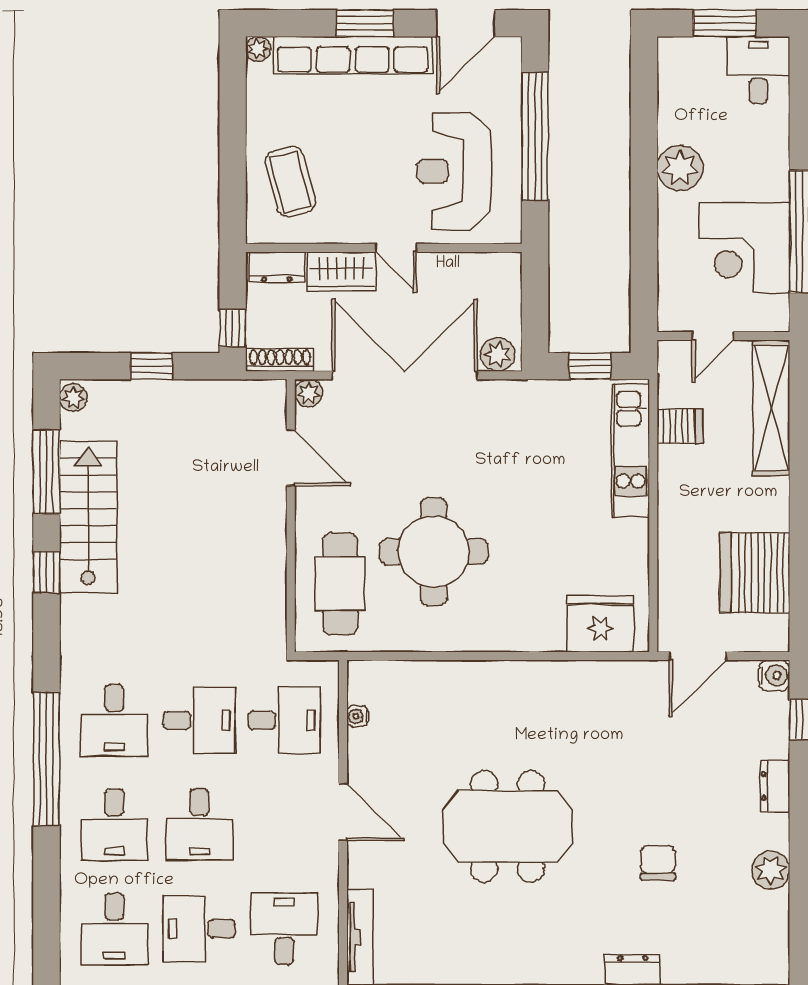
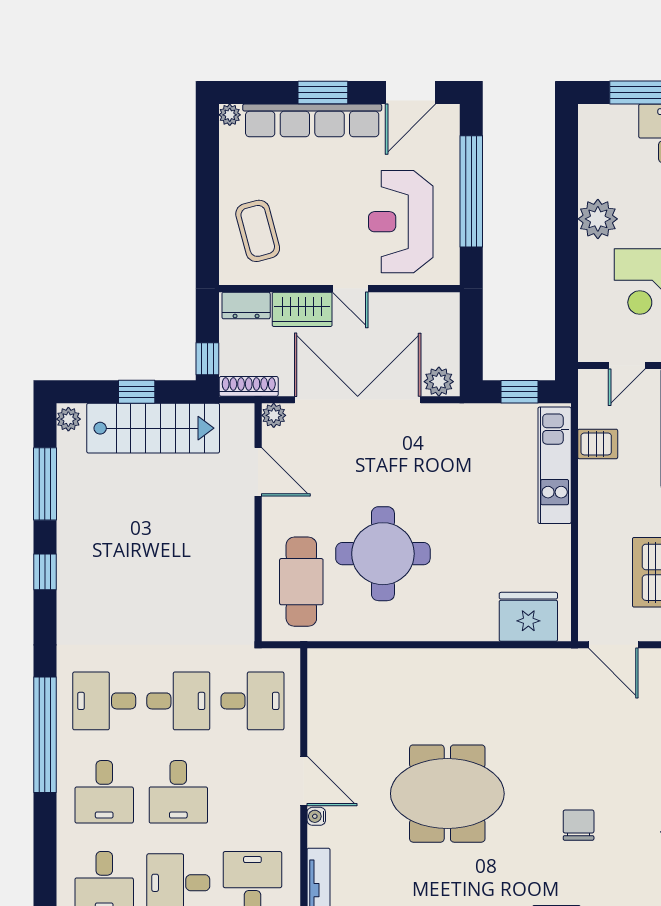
stairs: (88, 517) -> (153, 428), moved, turned 90
door: (698, 656) -> (613, 645), hinge flipped
water cooler: (357, 716) -> (316, 816), moved
desk: (114, 720) -> (104, 701), turned 90

